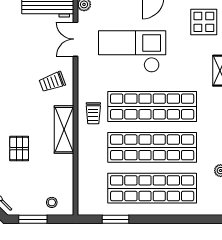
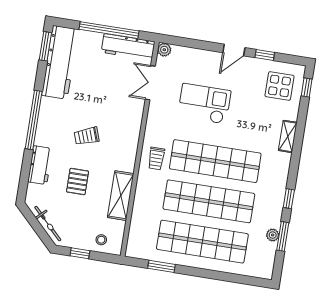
checkout: (132, 51) -> (204, 104), width x0.73, depth x0.83
trolley: (52, 82) -> (87, 136), moved
shelving: (64, 130) -> (121, 196), moved
window: (33, 219) -> (80, 253), width x0.67

